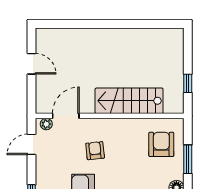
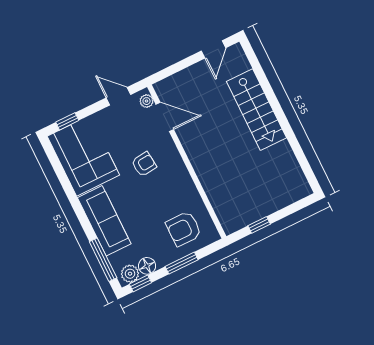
door: (32, 64) -> (214, 49), moved
stairs: (129, 101) -> (257, 110), moved, turned 180
armchair: (161, 144) -> (184, 229), turned 180

